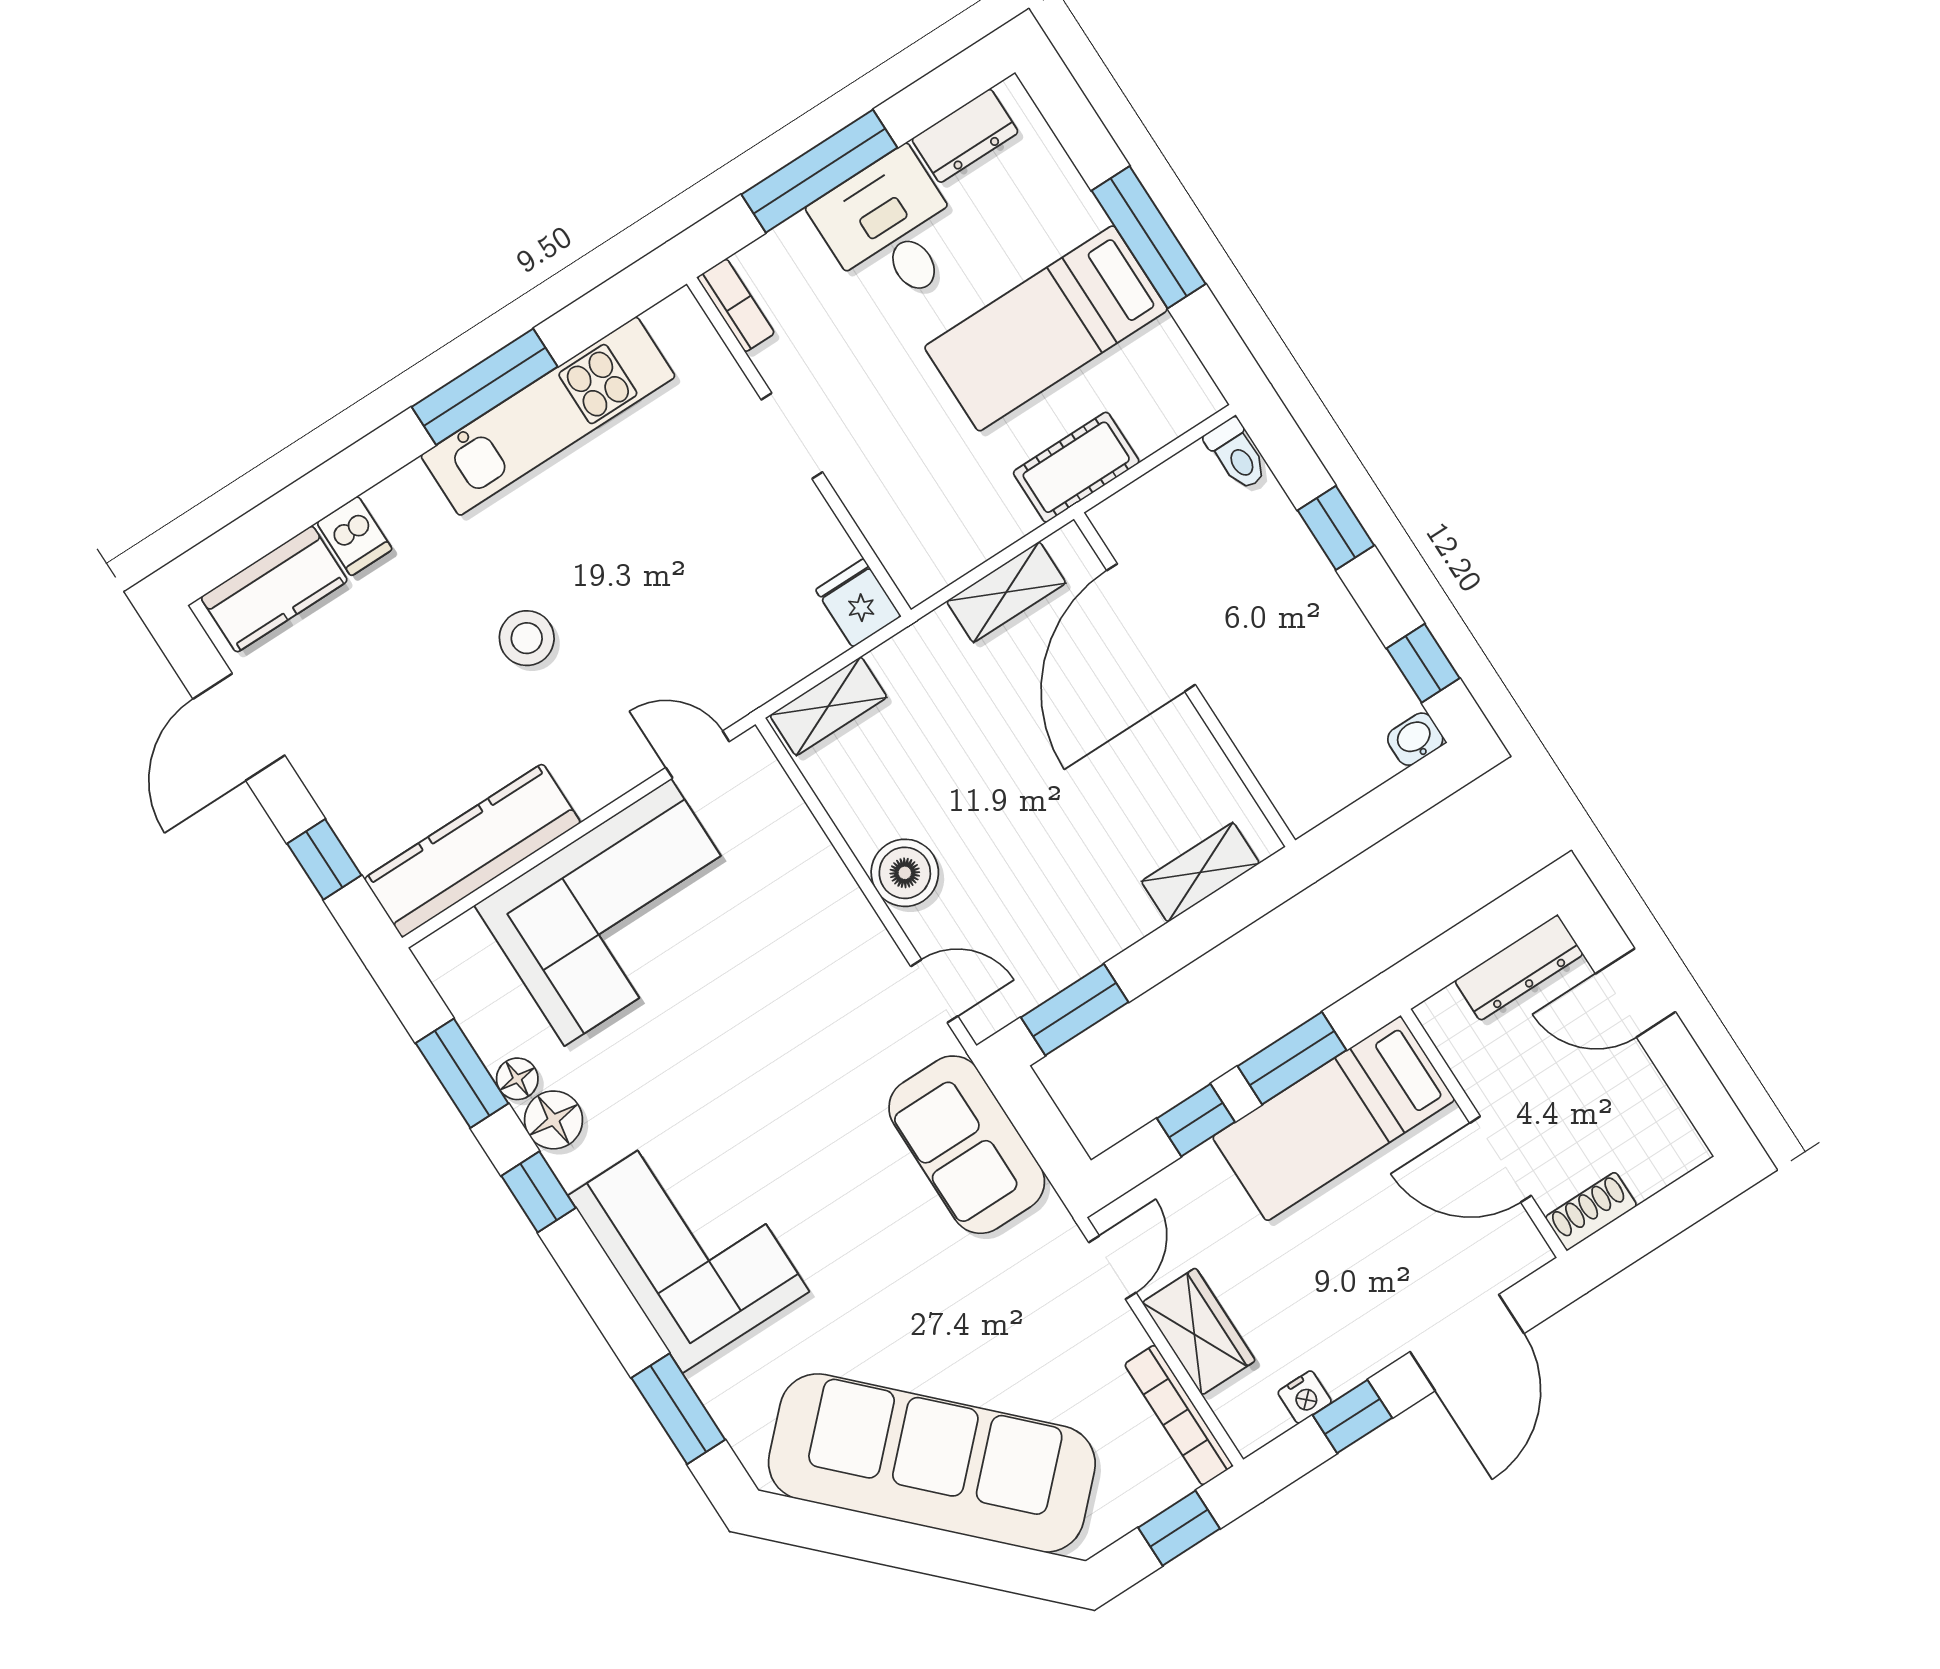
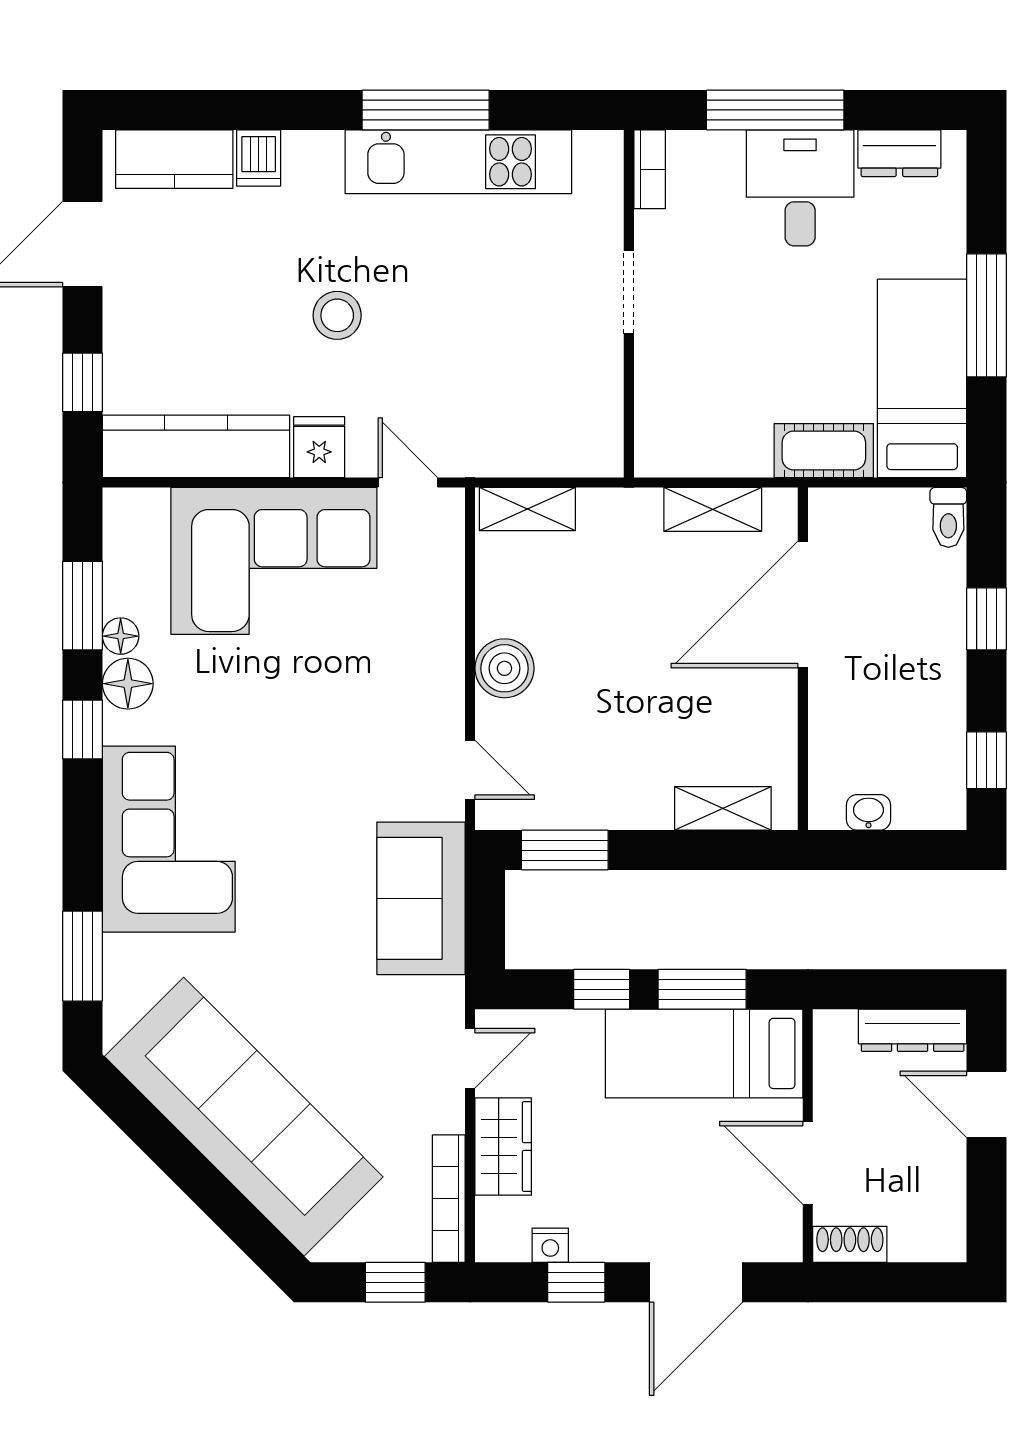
bed: (1046, 328) -> (922, 378), moved, turned 90
fridge: (858, 603) -> (319, 447), moved
washbasin: (1415, 739) -> (868, 812), moved

